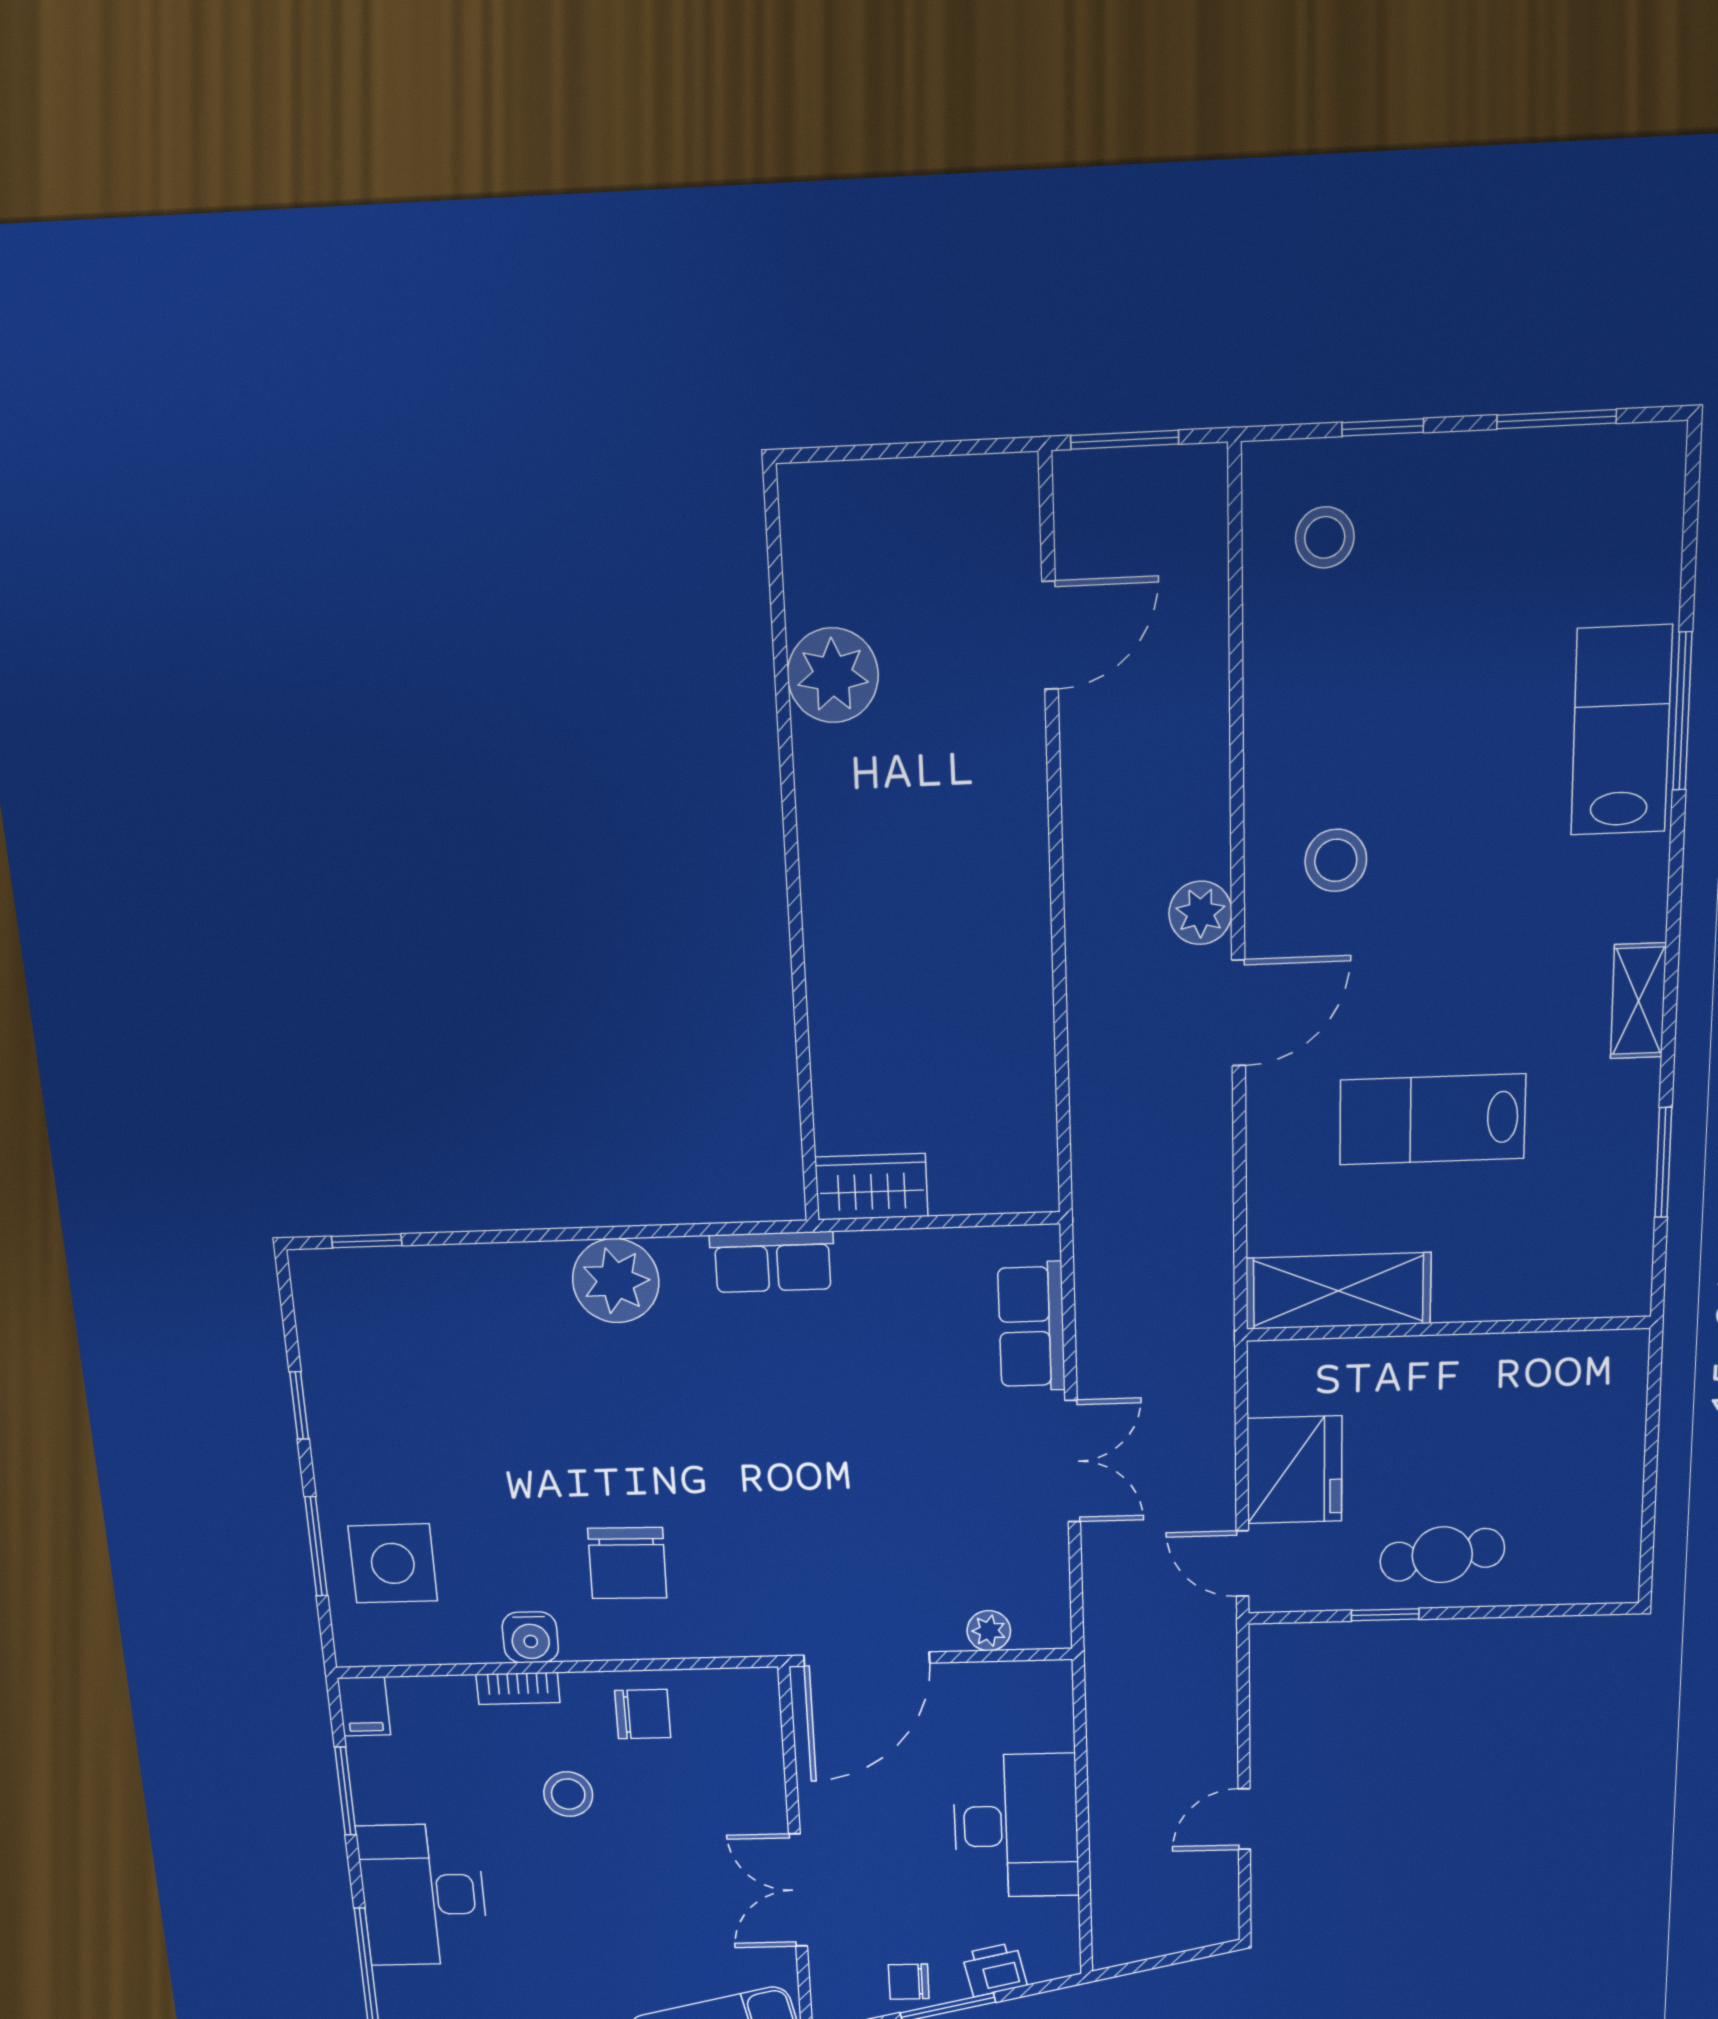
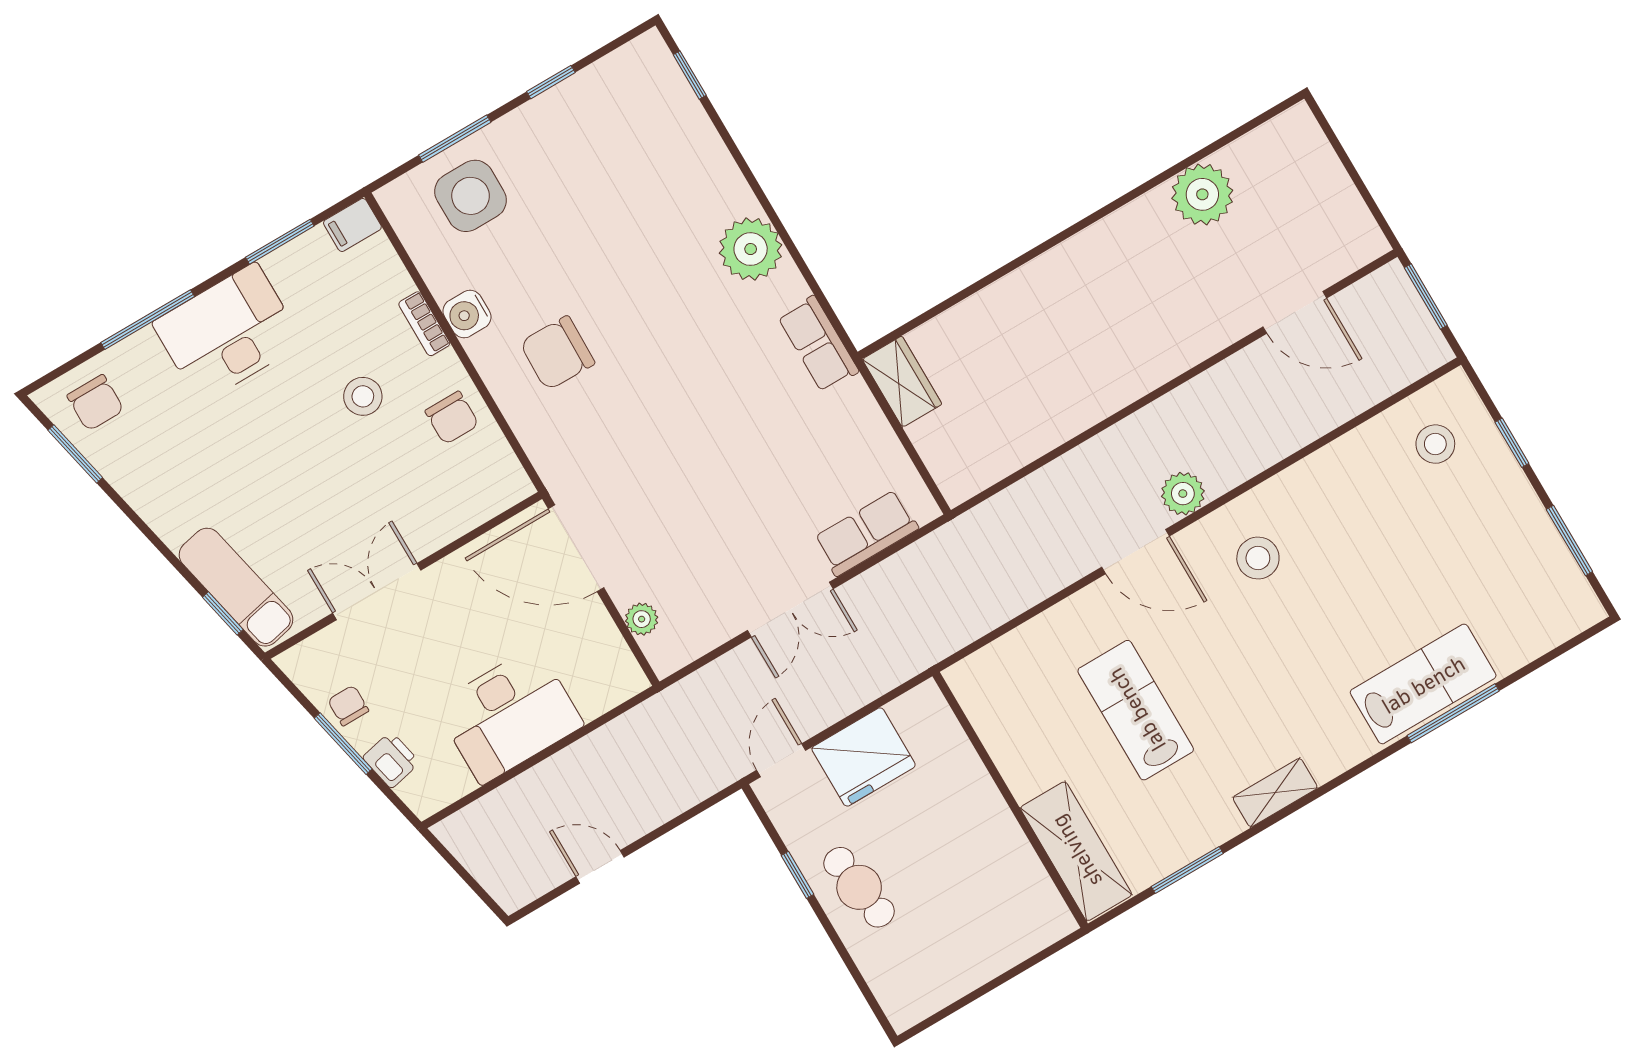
shelving: (1338, 1291) -> (1076, 851), moved

